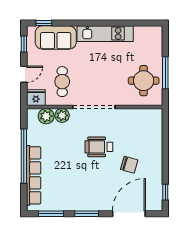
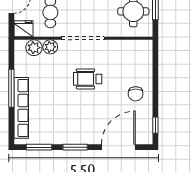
window: (24, 156) -> (11, 88), width x0.68
chair: (129, 165) -> (136, 94), moved, turned 74

